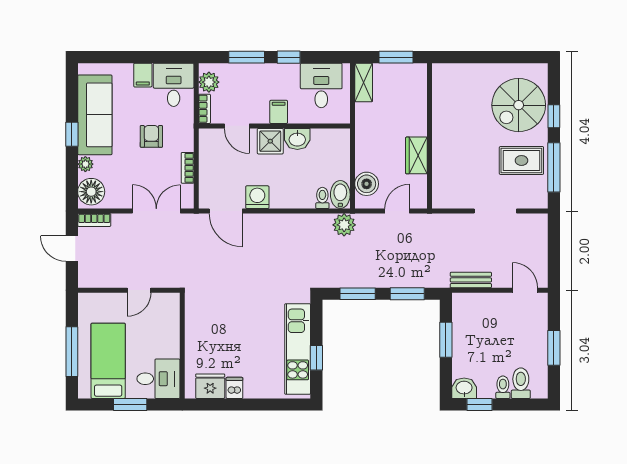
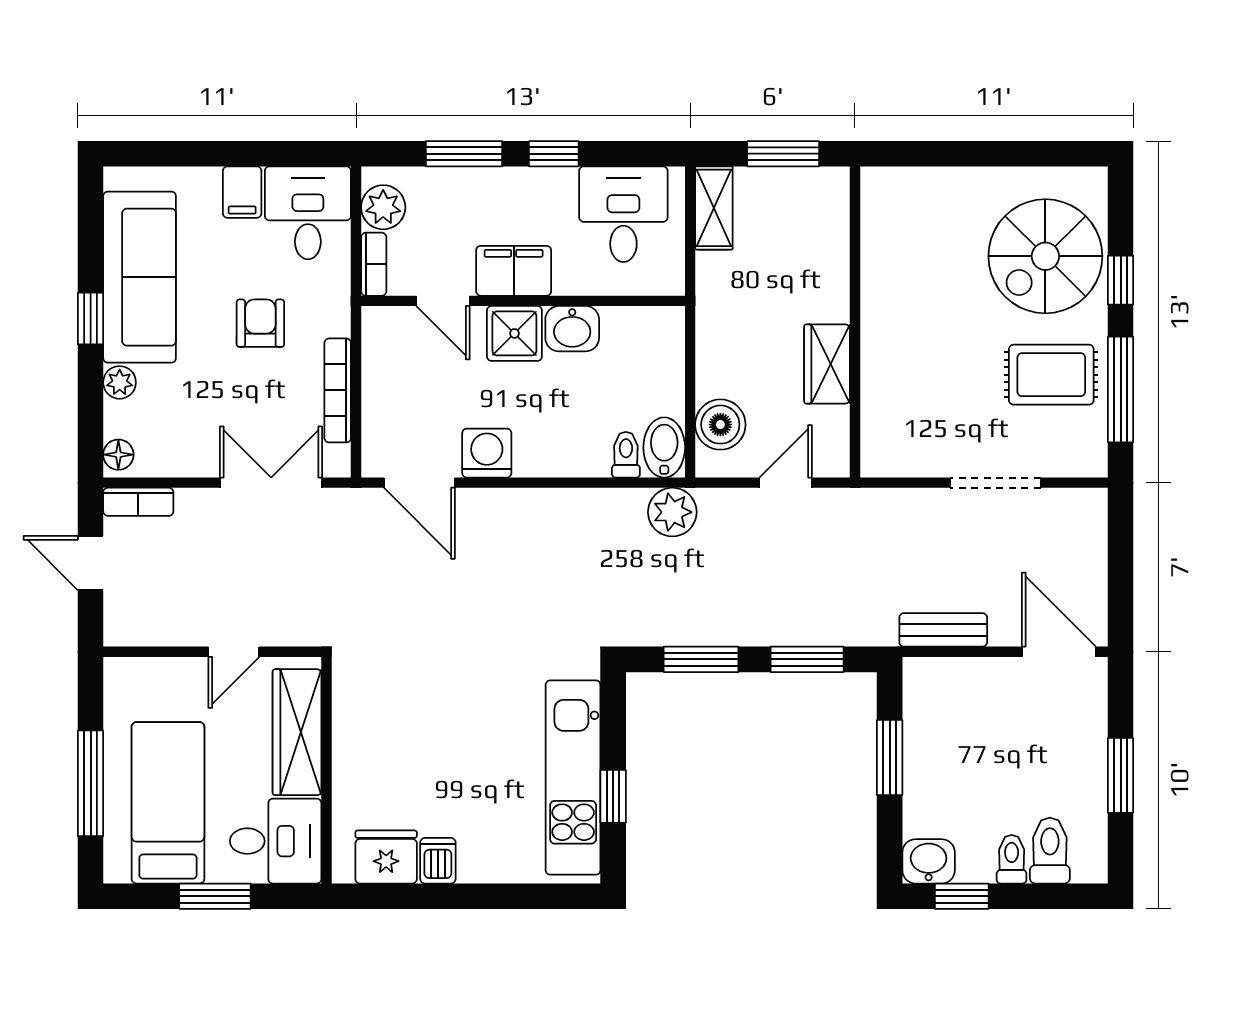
filing cabinet: (279, 112) -> (514, 271), width x2.00
bookcase: (188, 168) -> (338, 390), width x1.56
floor lamp: (91, 192) -> (118, 455), width x0.53, depth x0.53
door: (525, 290) -> (1059, 652), width x1.38
wardrobe: (169, 328) -> (297, 732), added

